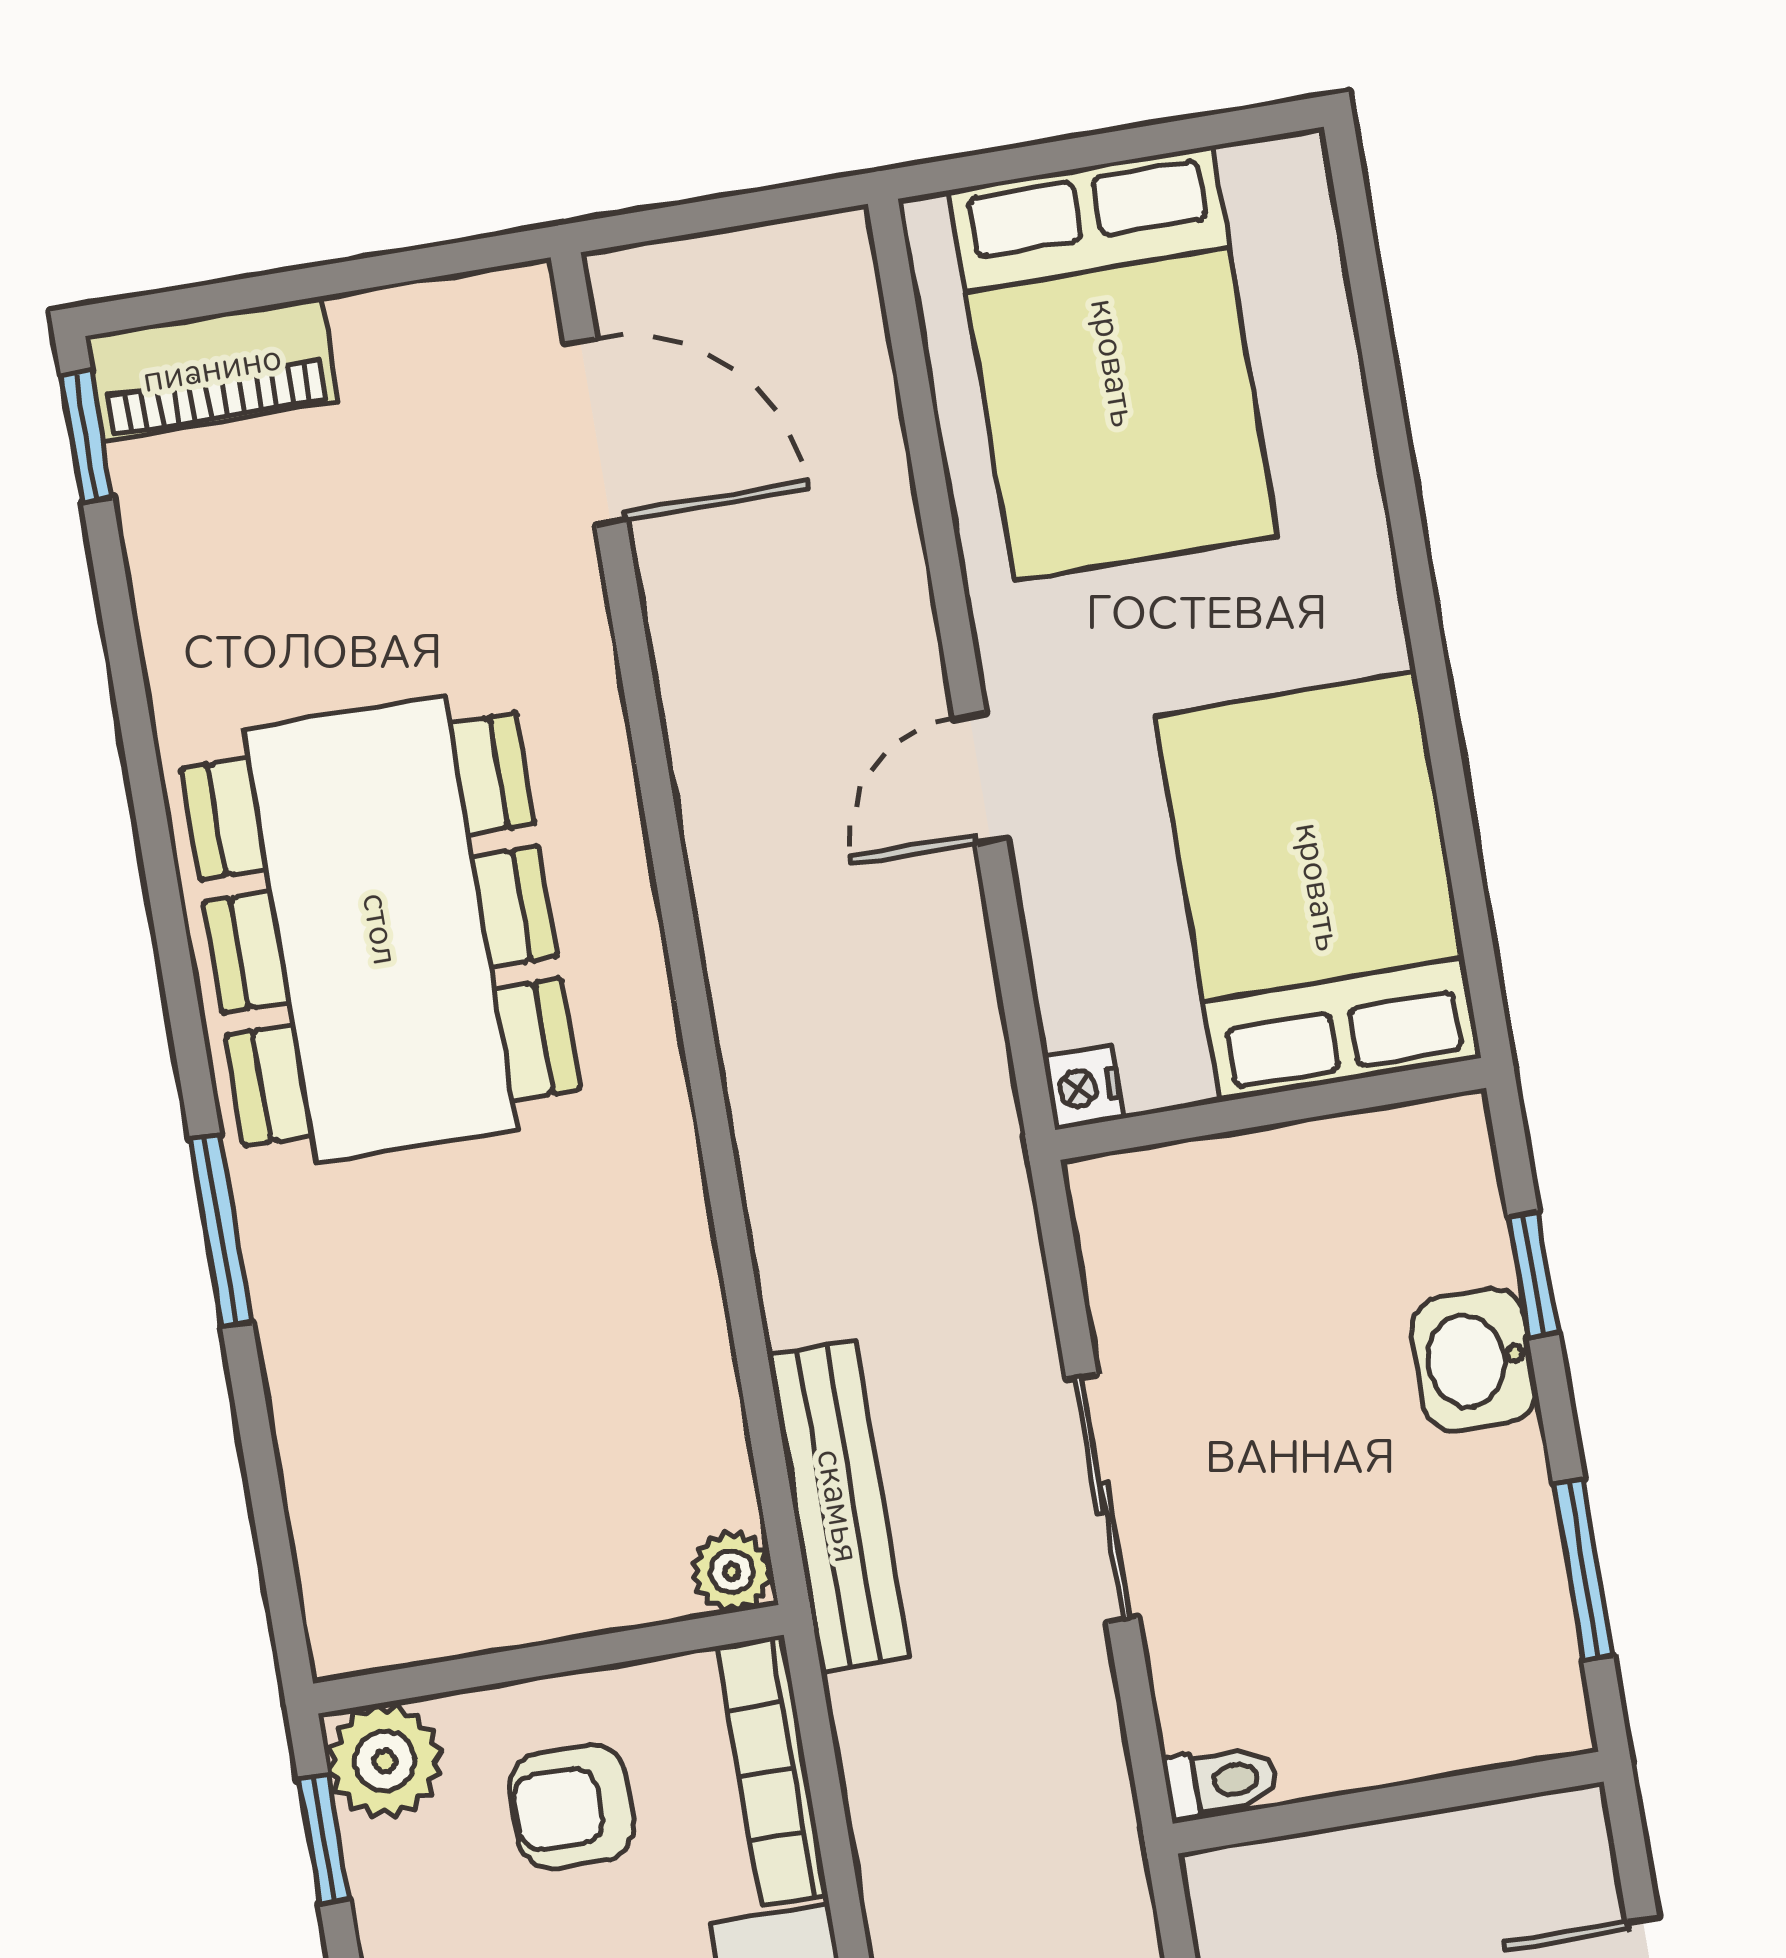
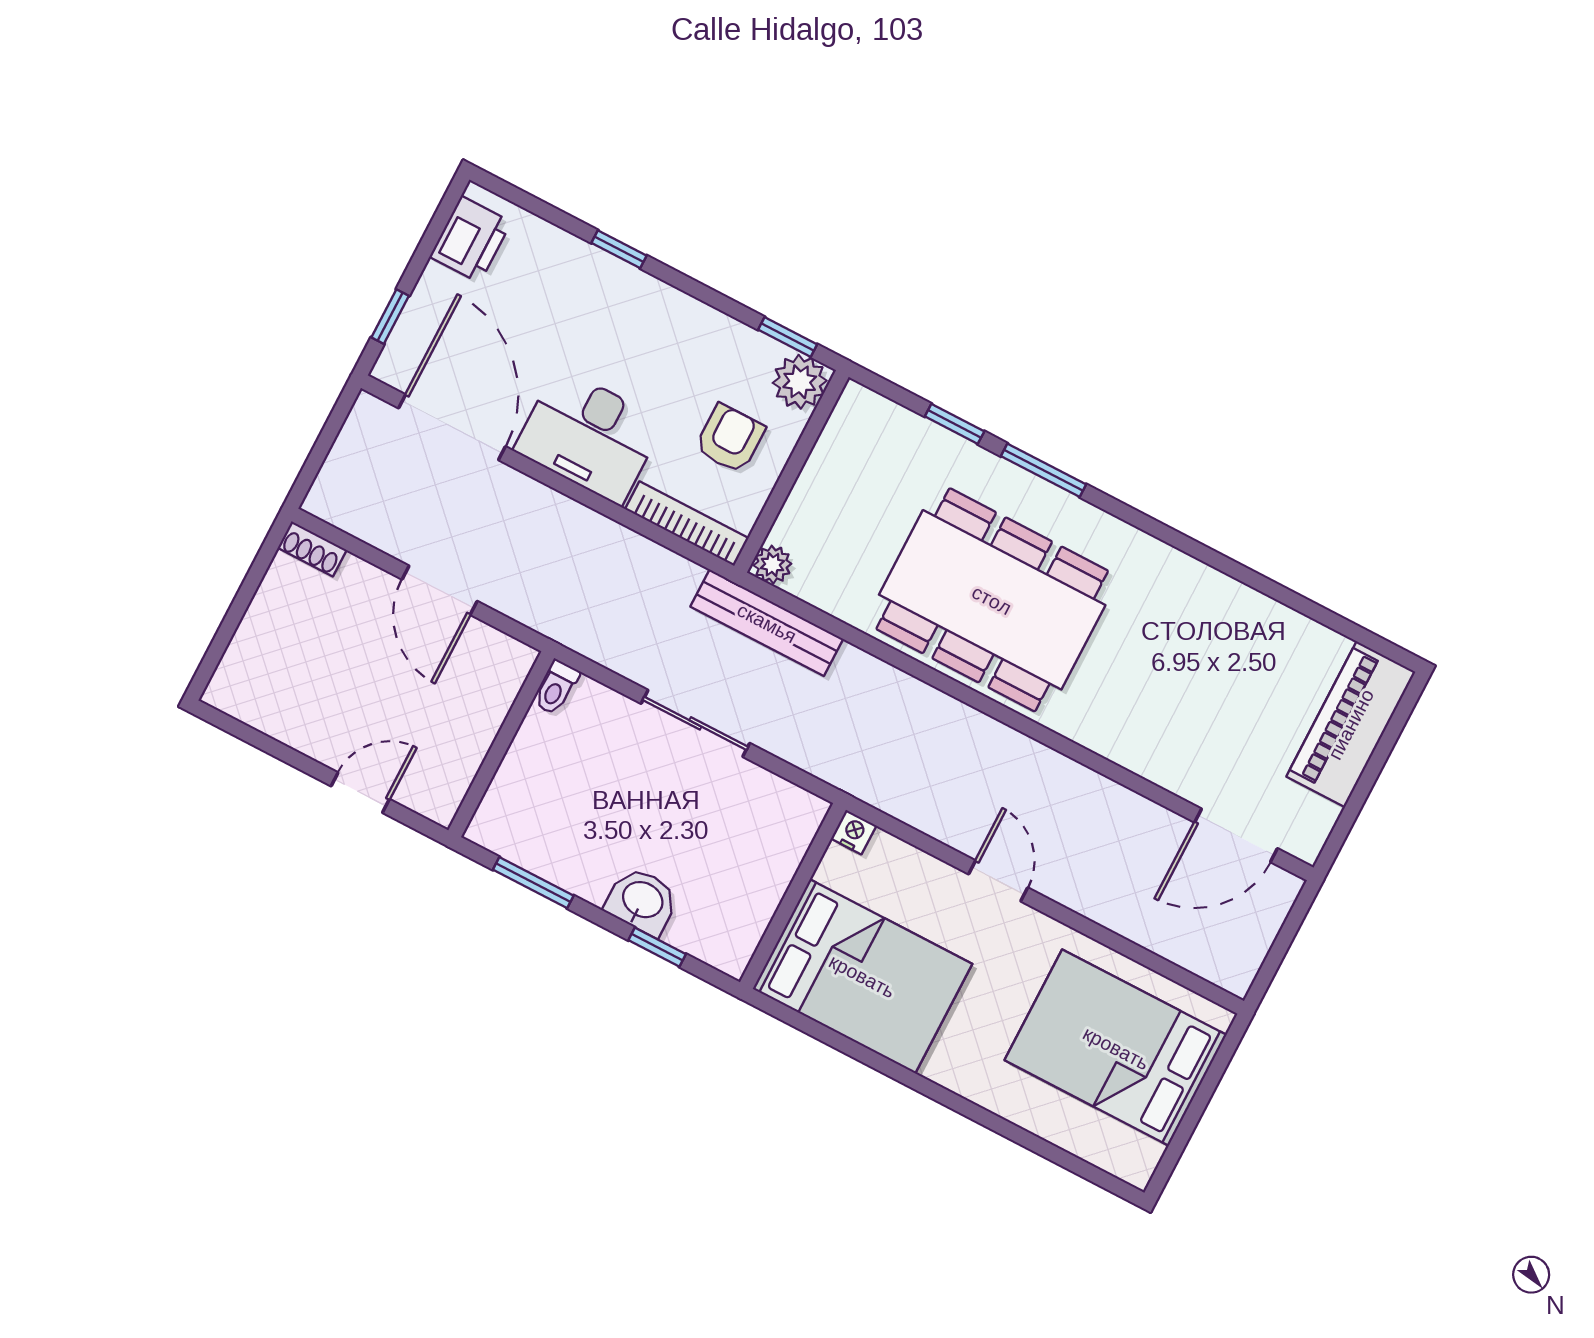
piano: (212, 369) -> (1351, 724), width x1.37, depth x1.33
window: (87, 436) -> (955, 424), moved
dining table: (380, 929) -> (992, 600), moved

